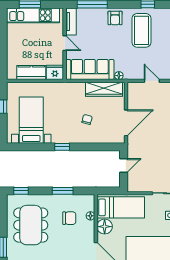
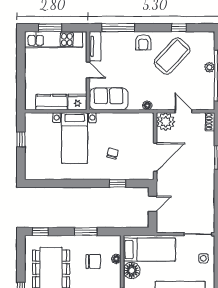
coffee table: (141, 30) -> (172, 56), turned 43
sofa: (90, 70) -> (109, 99), width x0.73
wardrobe: (104, 89) -> (131, 120), removed
plant: (136, 90) -> (166, 122), added
bed with nightstands: (31, 120) -> (75, 138), moved, turned 180
window: (62, 147) -> (117, 183), moved

